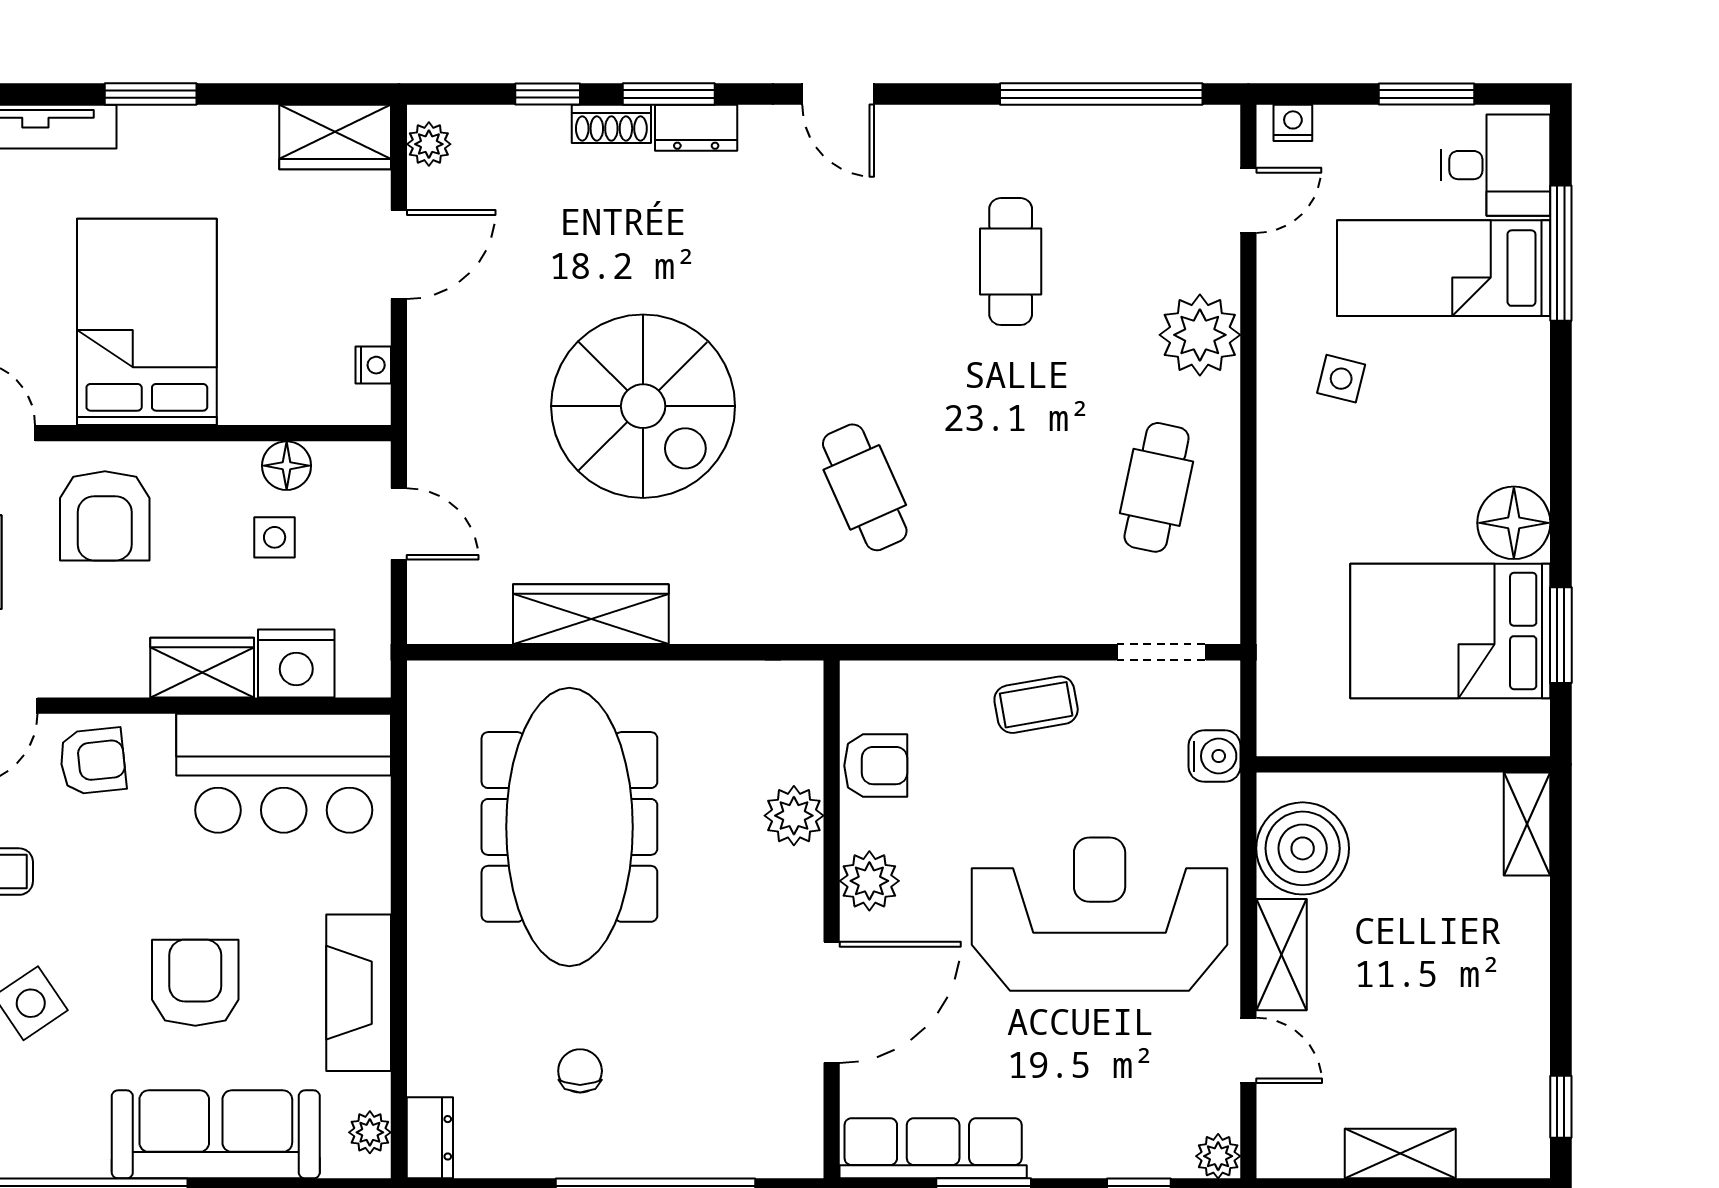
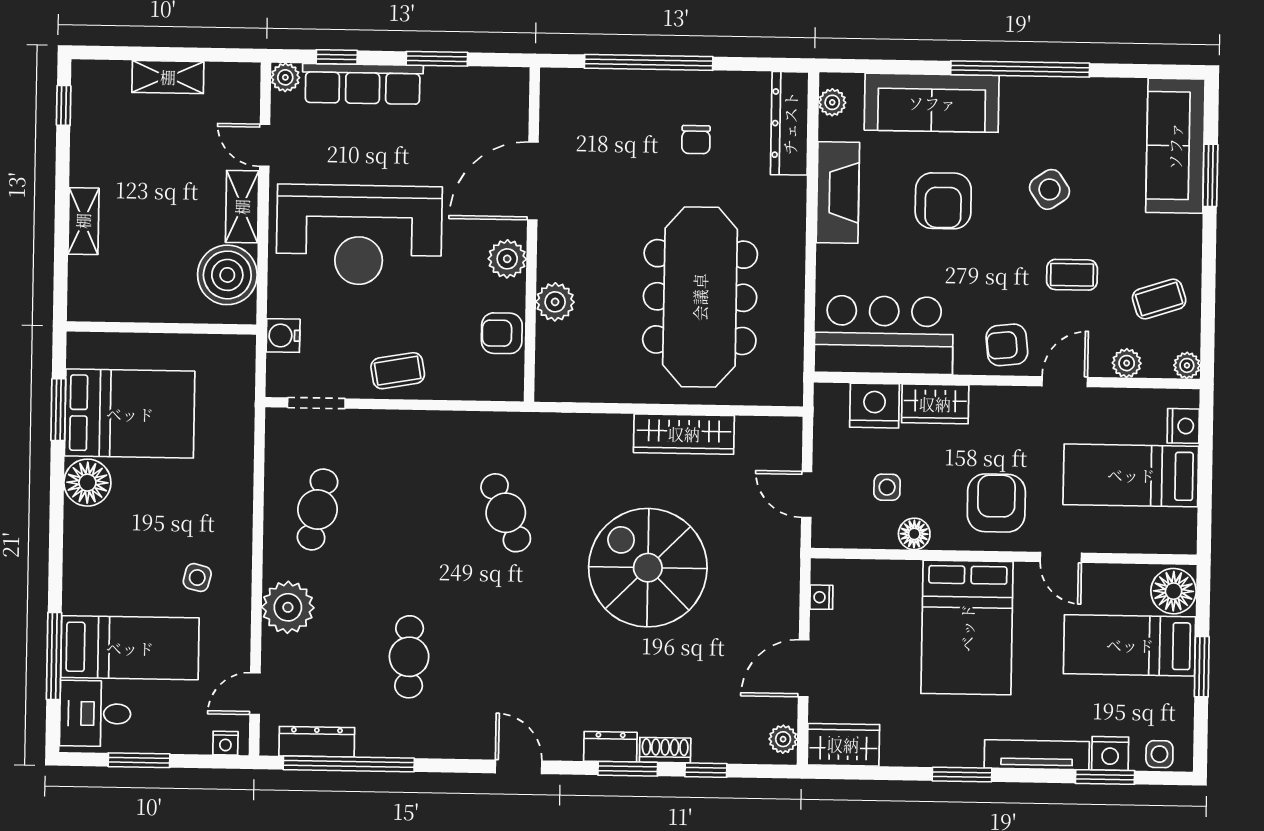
dresser: (1151, 128) -> (317, 742), added
floor lamp: (287, 466) -> (914, 534), moved
shelving: (1527, 824) -> (83, 221), moved
dresser: (430, 1138) -> (790, 123), width x1.96, depth x1.24
row of seats: (933, 1148) -> (363, 84), moved

